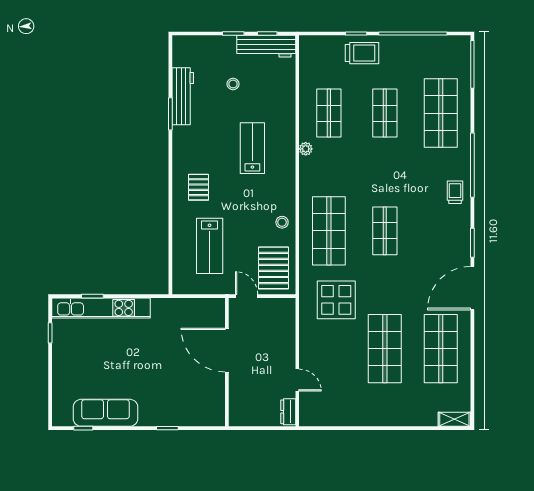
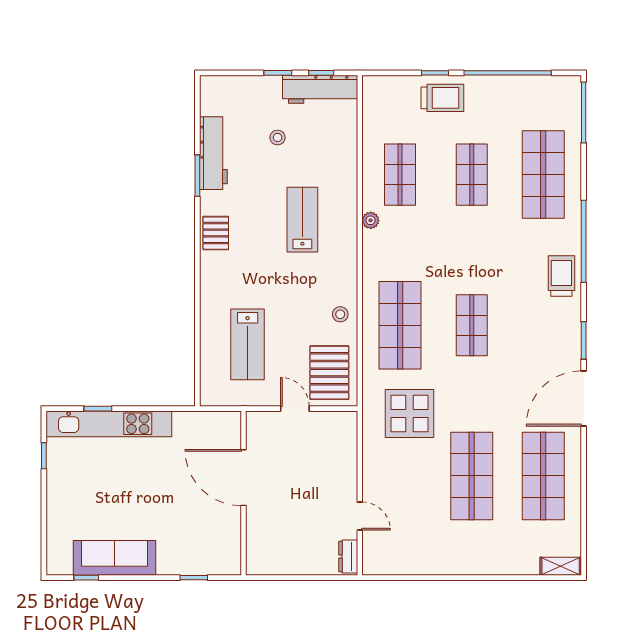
pallet: (199, 187) -> (216, 233), moved
trolley: (455, 192) -> (561, 276), width x1.36, depth x1.39
door: (227, 350) -> (243, 478), moved
wall: (227, 362) -> (243, 493), moved

